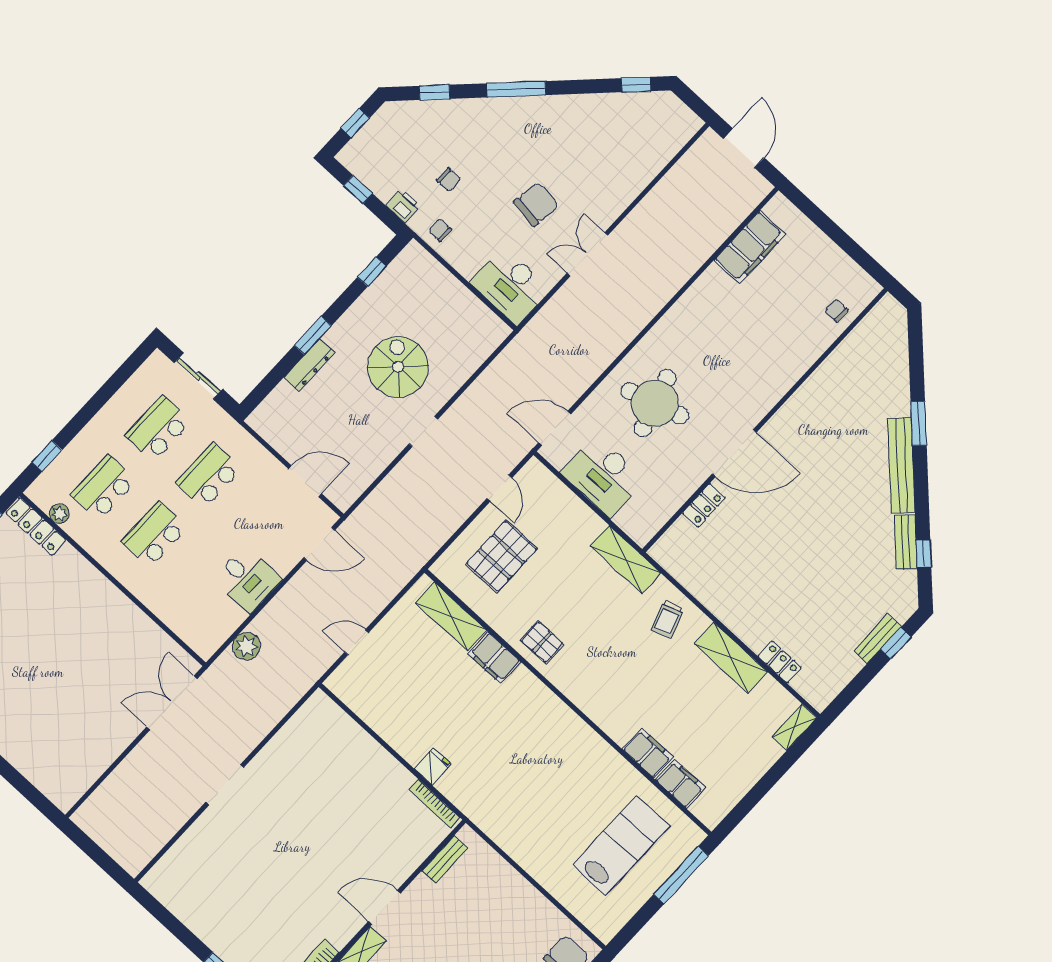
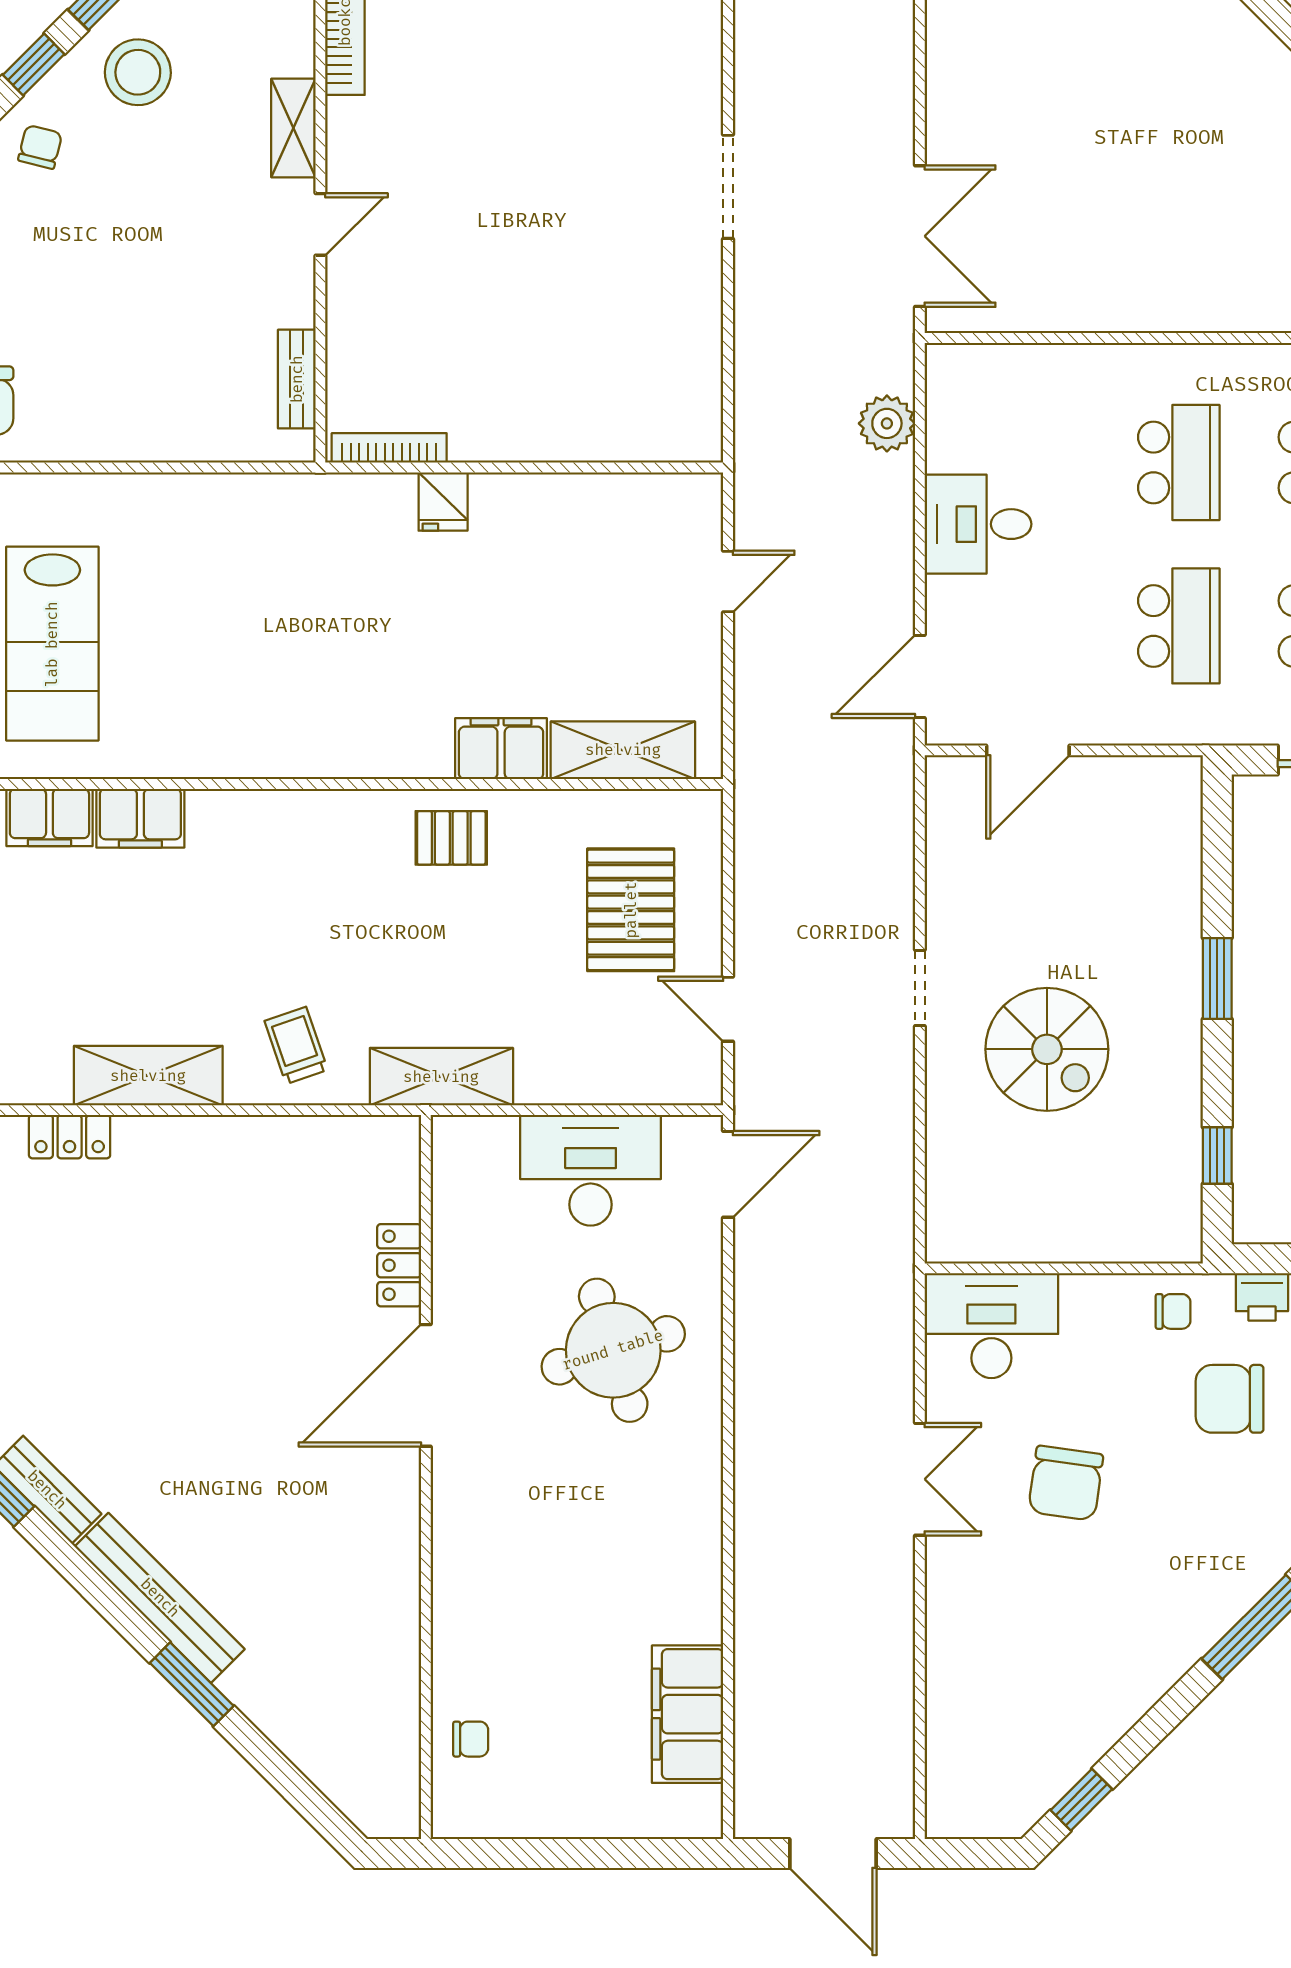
chair: (449, 180) -> (1230, 1399), width x1.87, depth x1.87
dresser: (309, 365) -> (1182, 930), removed
door: (384, 907) -> (320, 224), width x0.73

